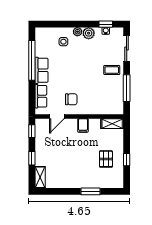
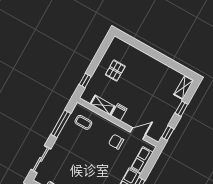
coffee table: (112, 70) -> (83, 122), moved
shelving: (112, 124) -> (103, 105), moved
window: (127, 160) -> (85, 80), moved
window: (91, 191) -> (146, 49), removed

